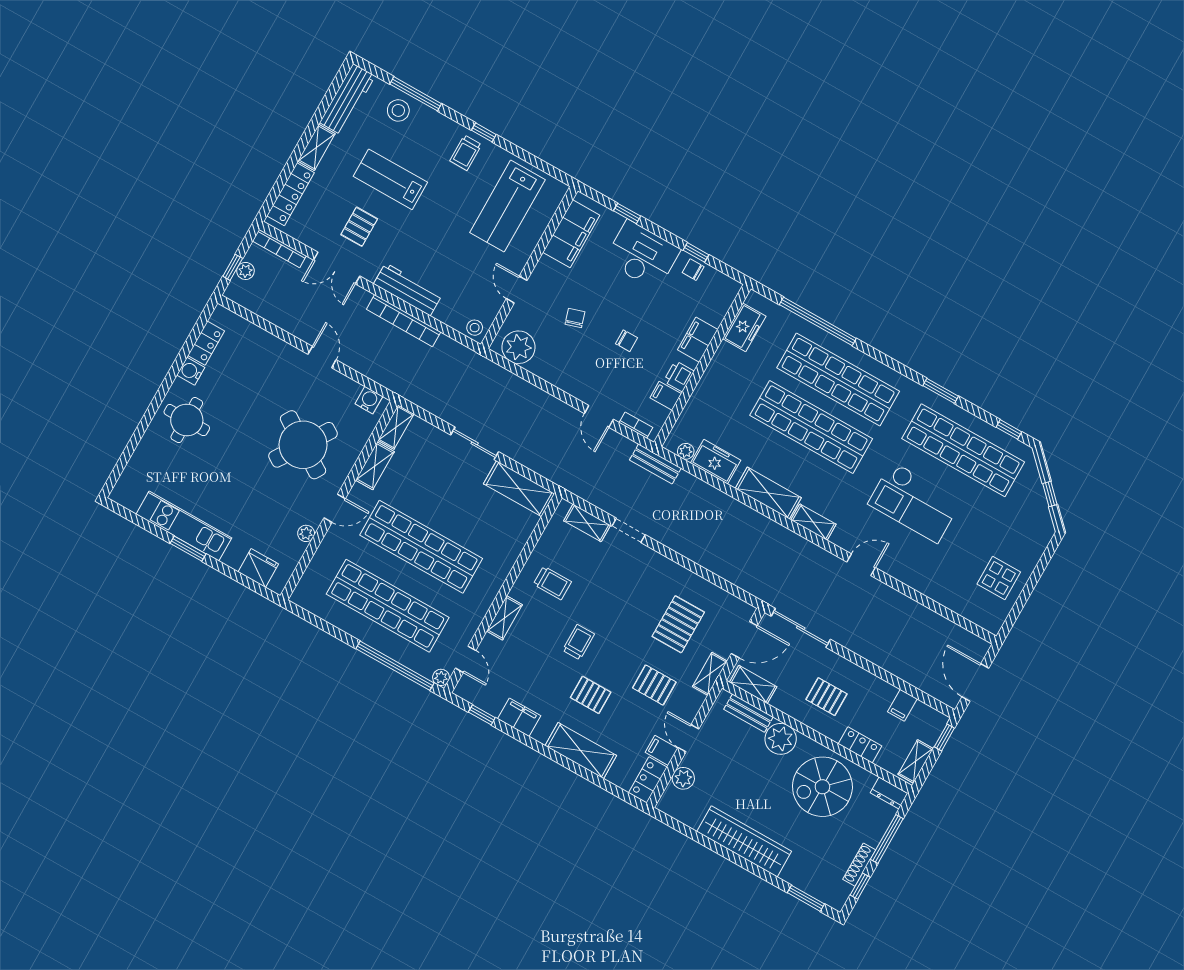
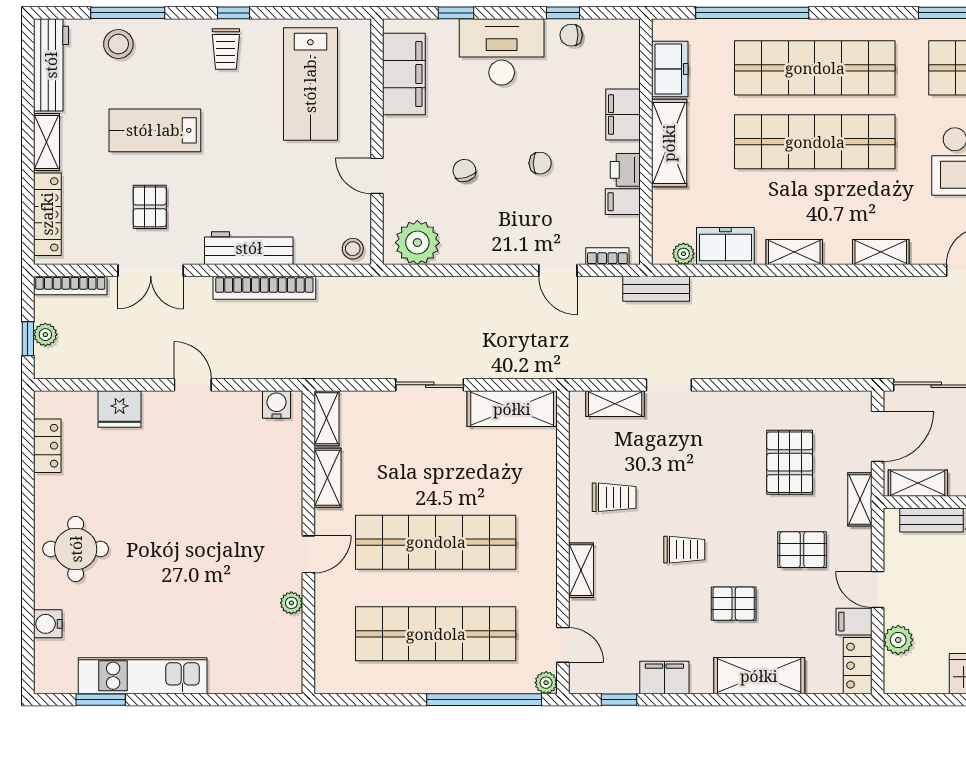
water cooler: (191, 371) -> (48, 624), moved
shelving: (717, 375) -> (669, 143), added
round table: (303, 445) -> (229, 501), removed
shelving: (768, 493) -> (794, 252), width x0.67, depth x0.75
window: (188, 549) -> (101, 700), moved
fridge: (258, 568) -> (119, 409), moved, turned 180
trolley: (578, 642) -> (684, 550), turned 90

